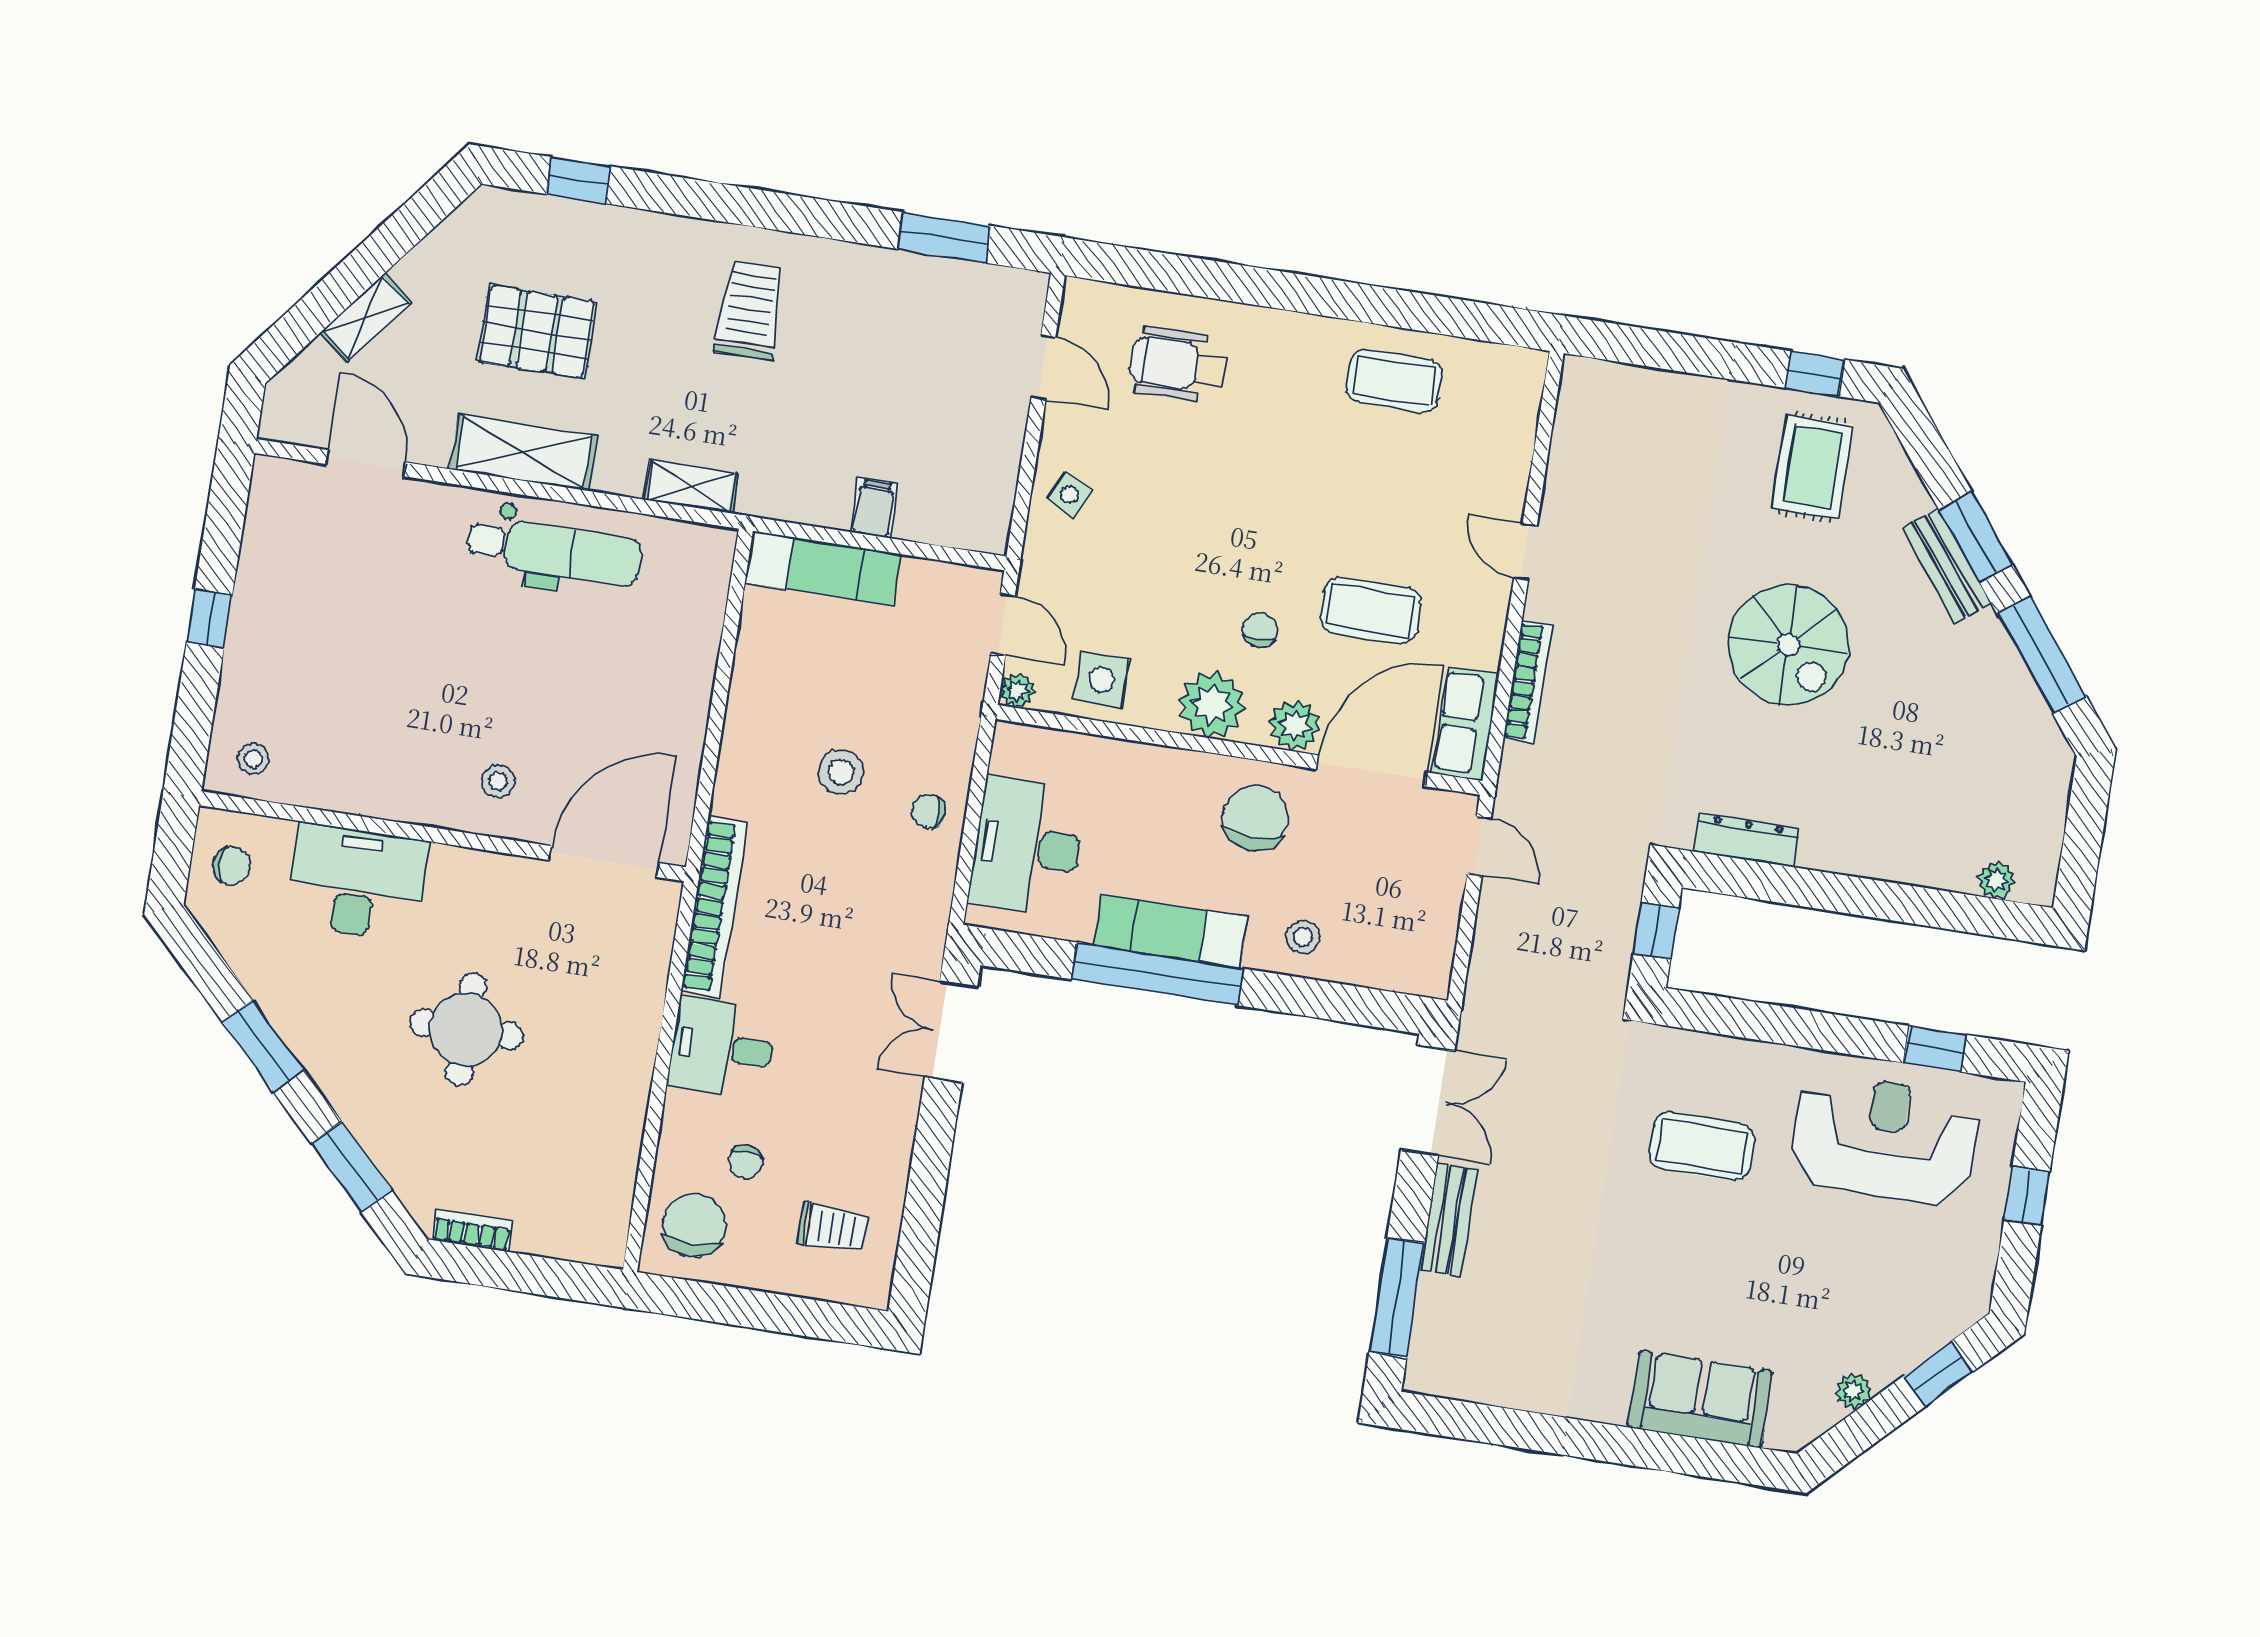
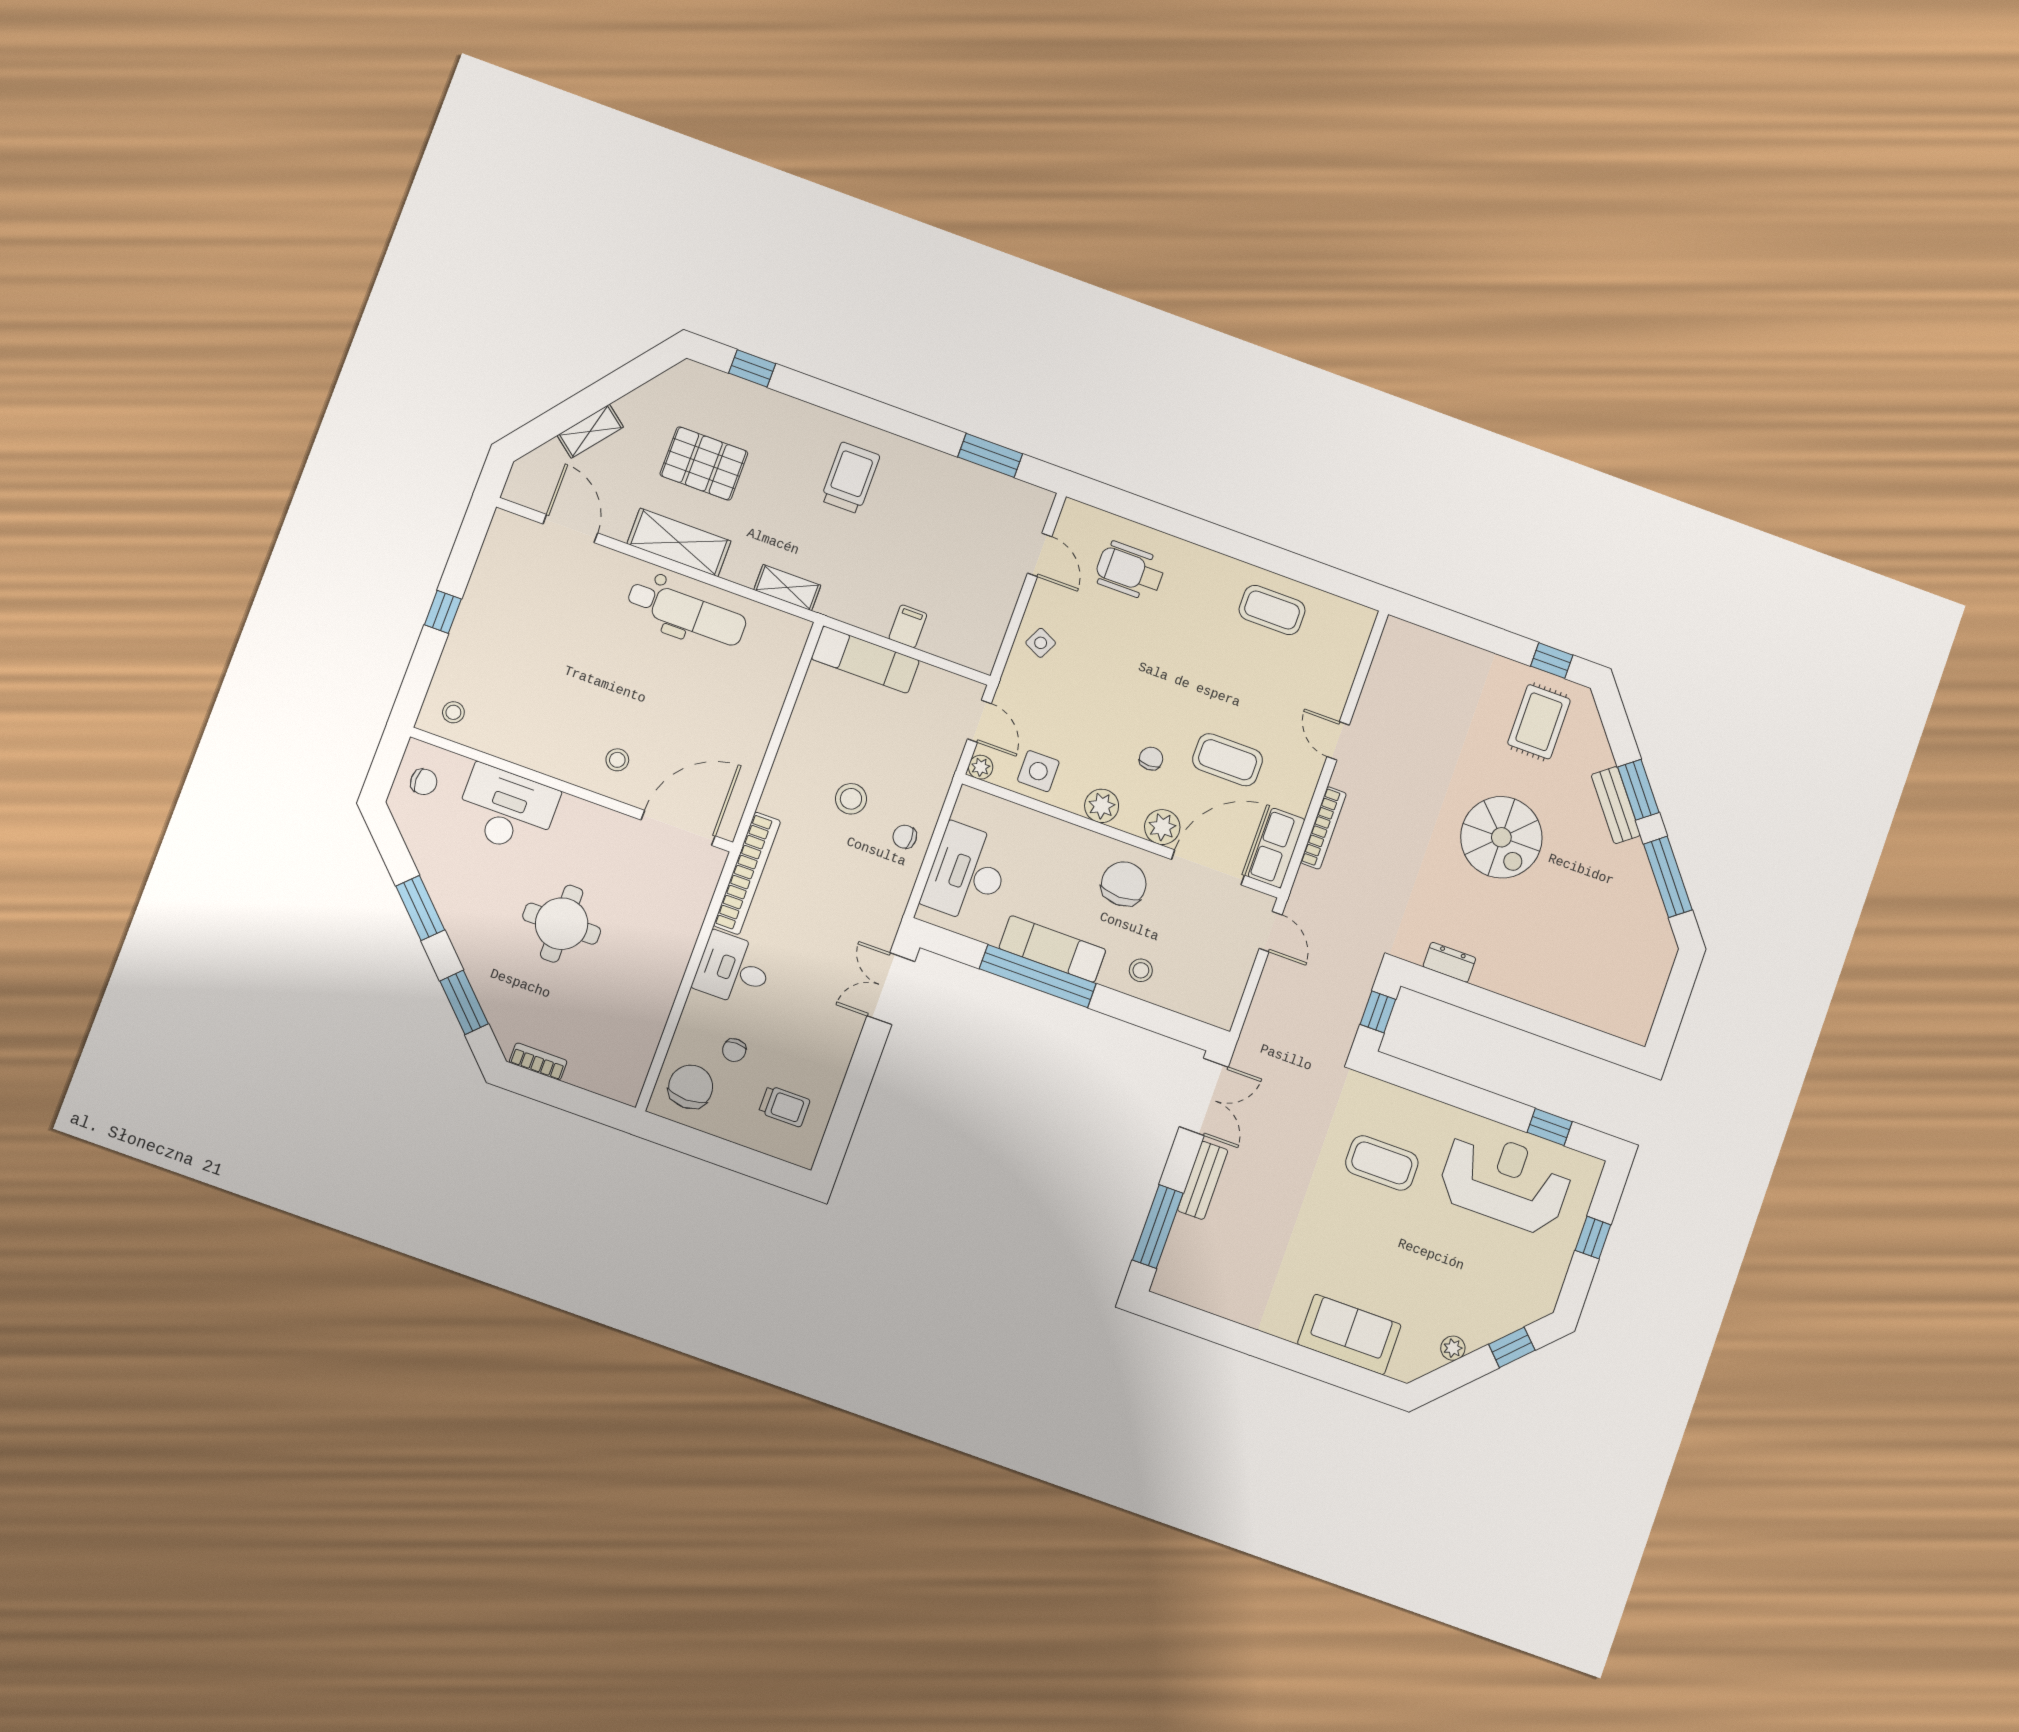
plant: (1212, 705) -> (1102, 806), width x0.73, depth x0.73
dresser: (1746, 840) -> (1449, 962), width x0.70
plant: (1997, 880) -> (1611, 1021), removed

